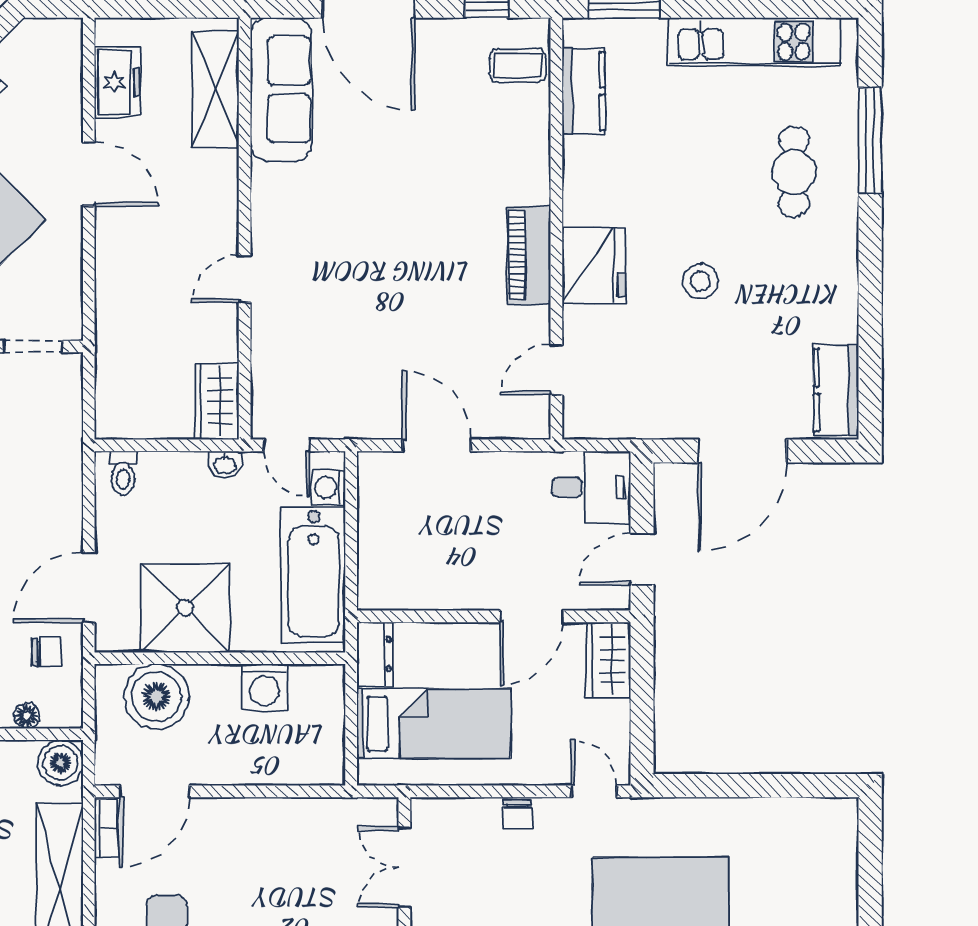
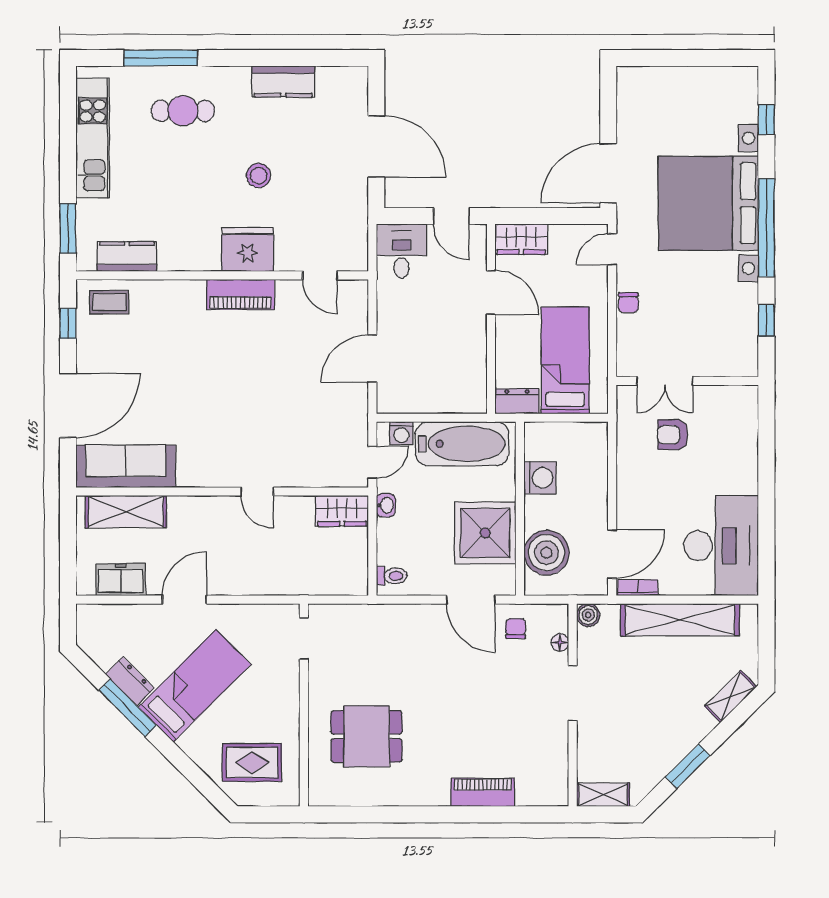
coffee table: (518, 66) -> (109, 302), turned 90
kitchen counter: (836, 390) -> (283, 81), moved
boiler: (60, 763) -> (588, 615), width x0.73, depth x0.73
door: (704, 786) -> (608, 173), added
door: (155, 791) -> (612, 554), hinge flipped
chair: (517, 815) -> (628, 303), turned 90
armchair: (327, 879) -> (673, 435), added

